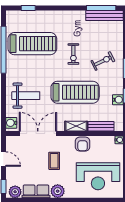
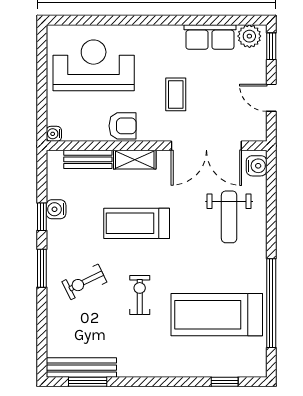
window: (101, 8) -> (88, 382), width x0.69
treadmill: (75, 92) -> (137, 223), width x0.73, depth x0.73
weight bench: (26, 96) -> (229, 217), turned -90
armchair: (83, 144) -> (123, 126), turned 90
plant: (58, 191) -> (169, 37), removed

